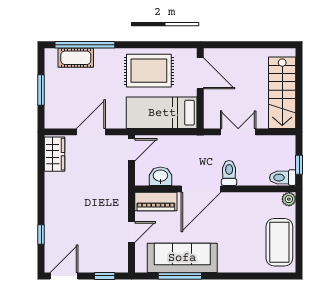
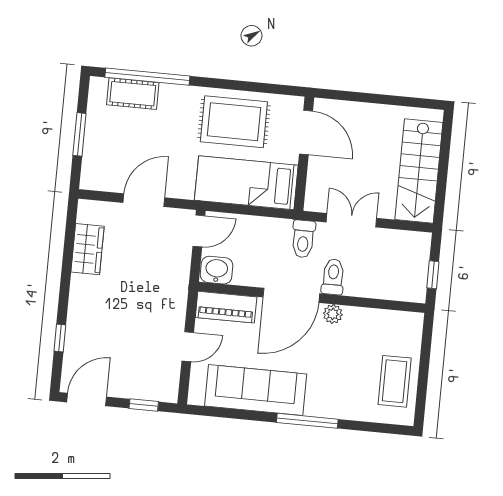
wardrobe: (55, 154) -> (87, 249), moved
washbasin: (160, 176) -> (217, 270), moved
toilet: (283, 178) -> (303, 239), moved, turned -90
plant: (289, 199) -> (333, 314), moved
coffee table: (279, 242) -> (395, 381), width x0.73, depth x0.76
window: (180, 276) -> (307, 421), moved

